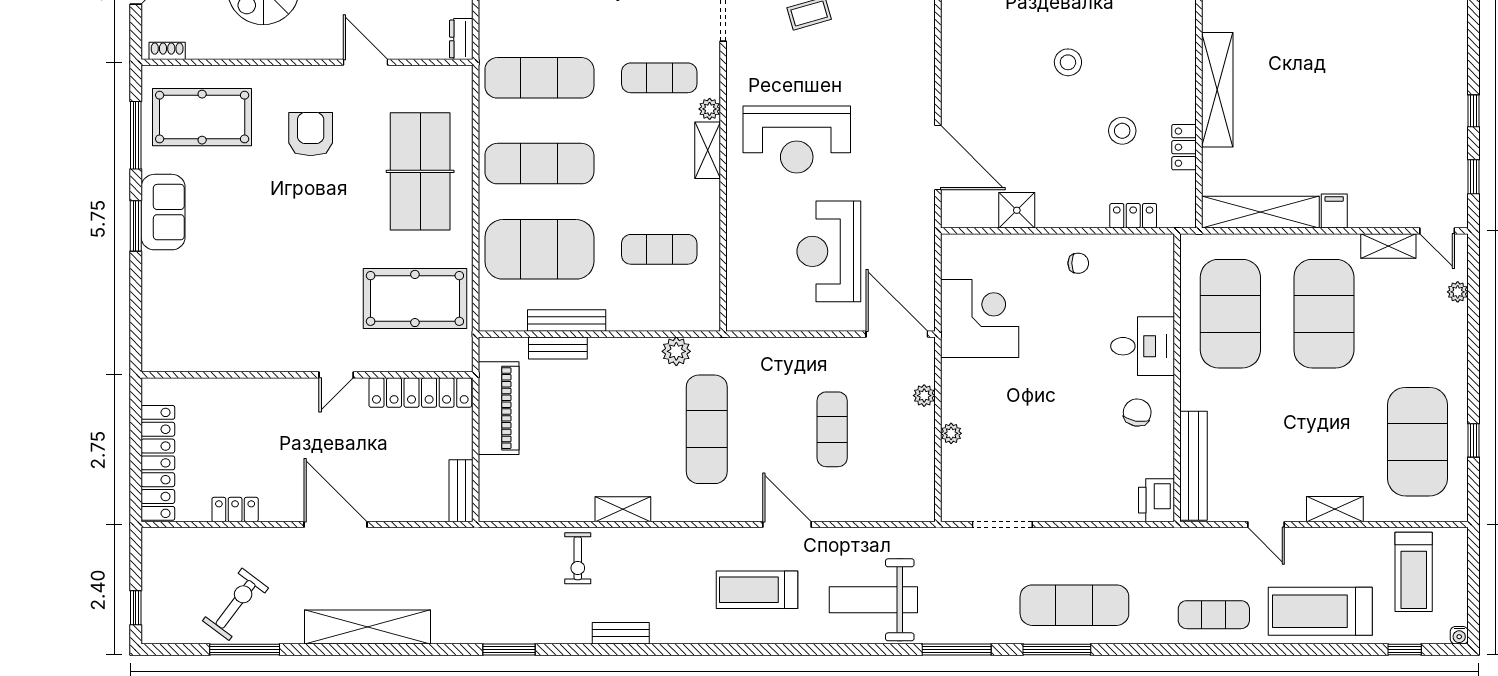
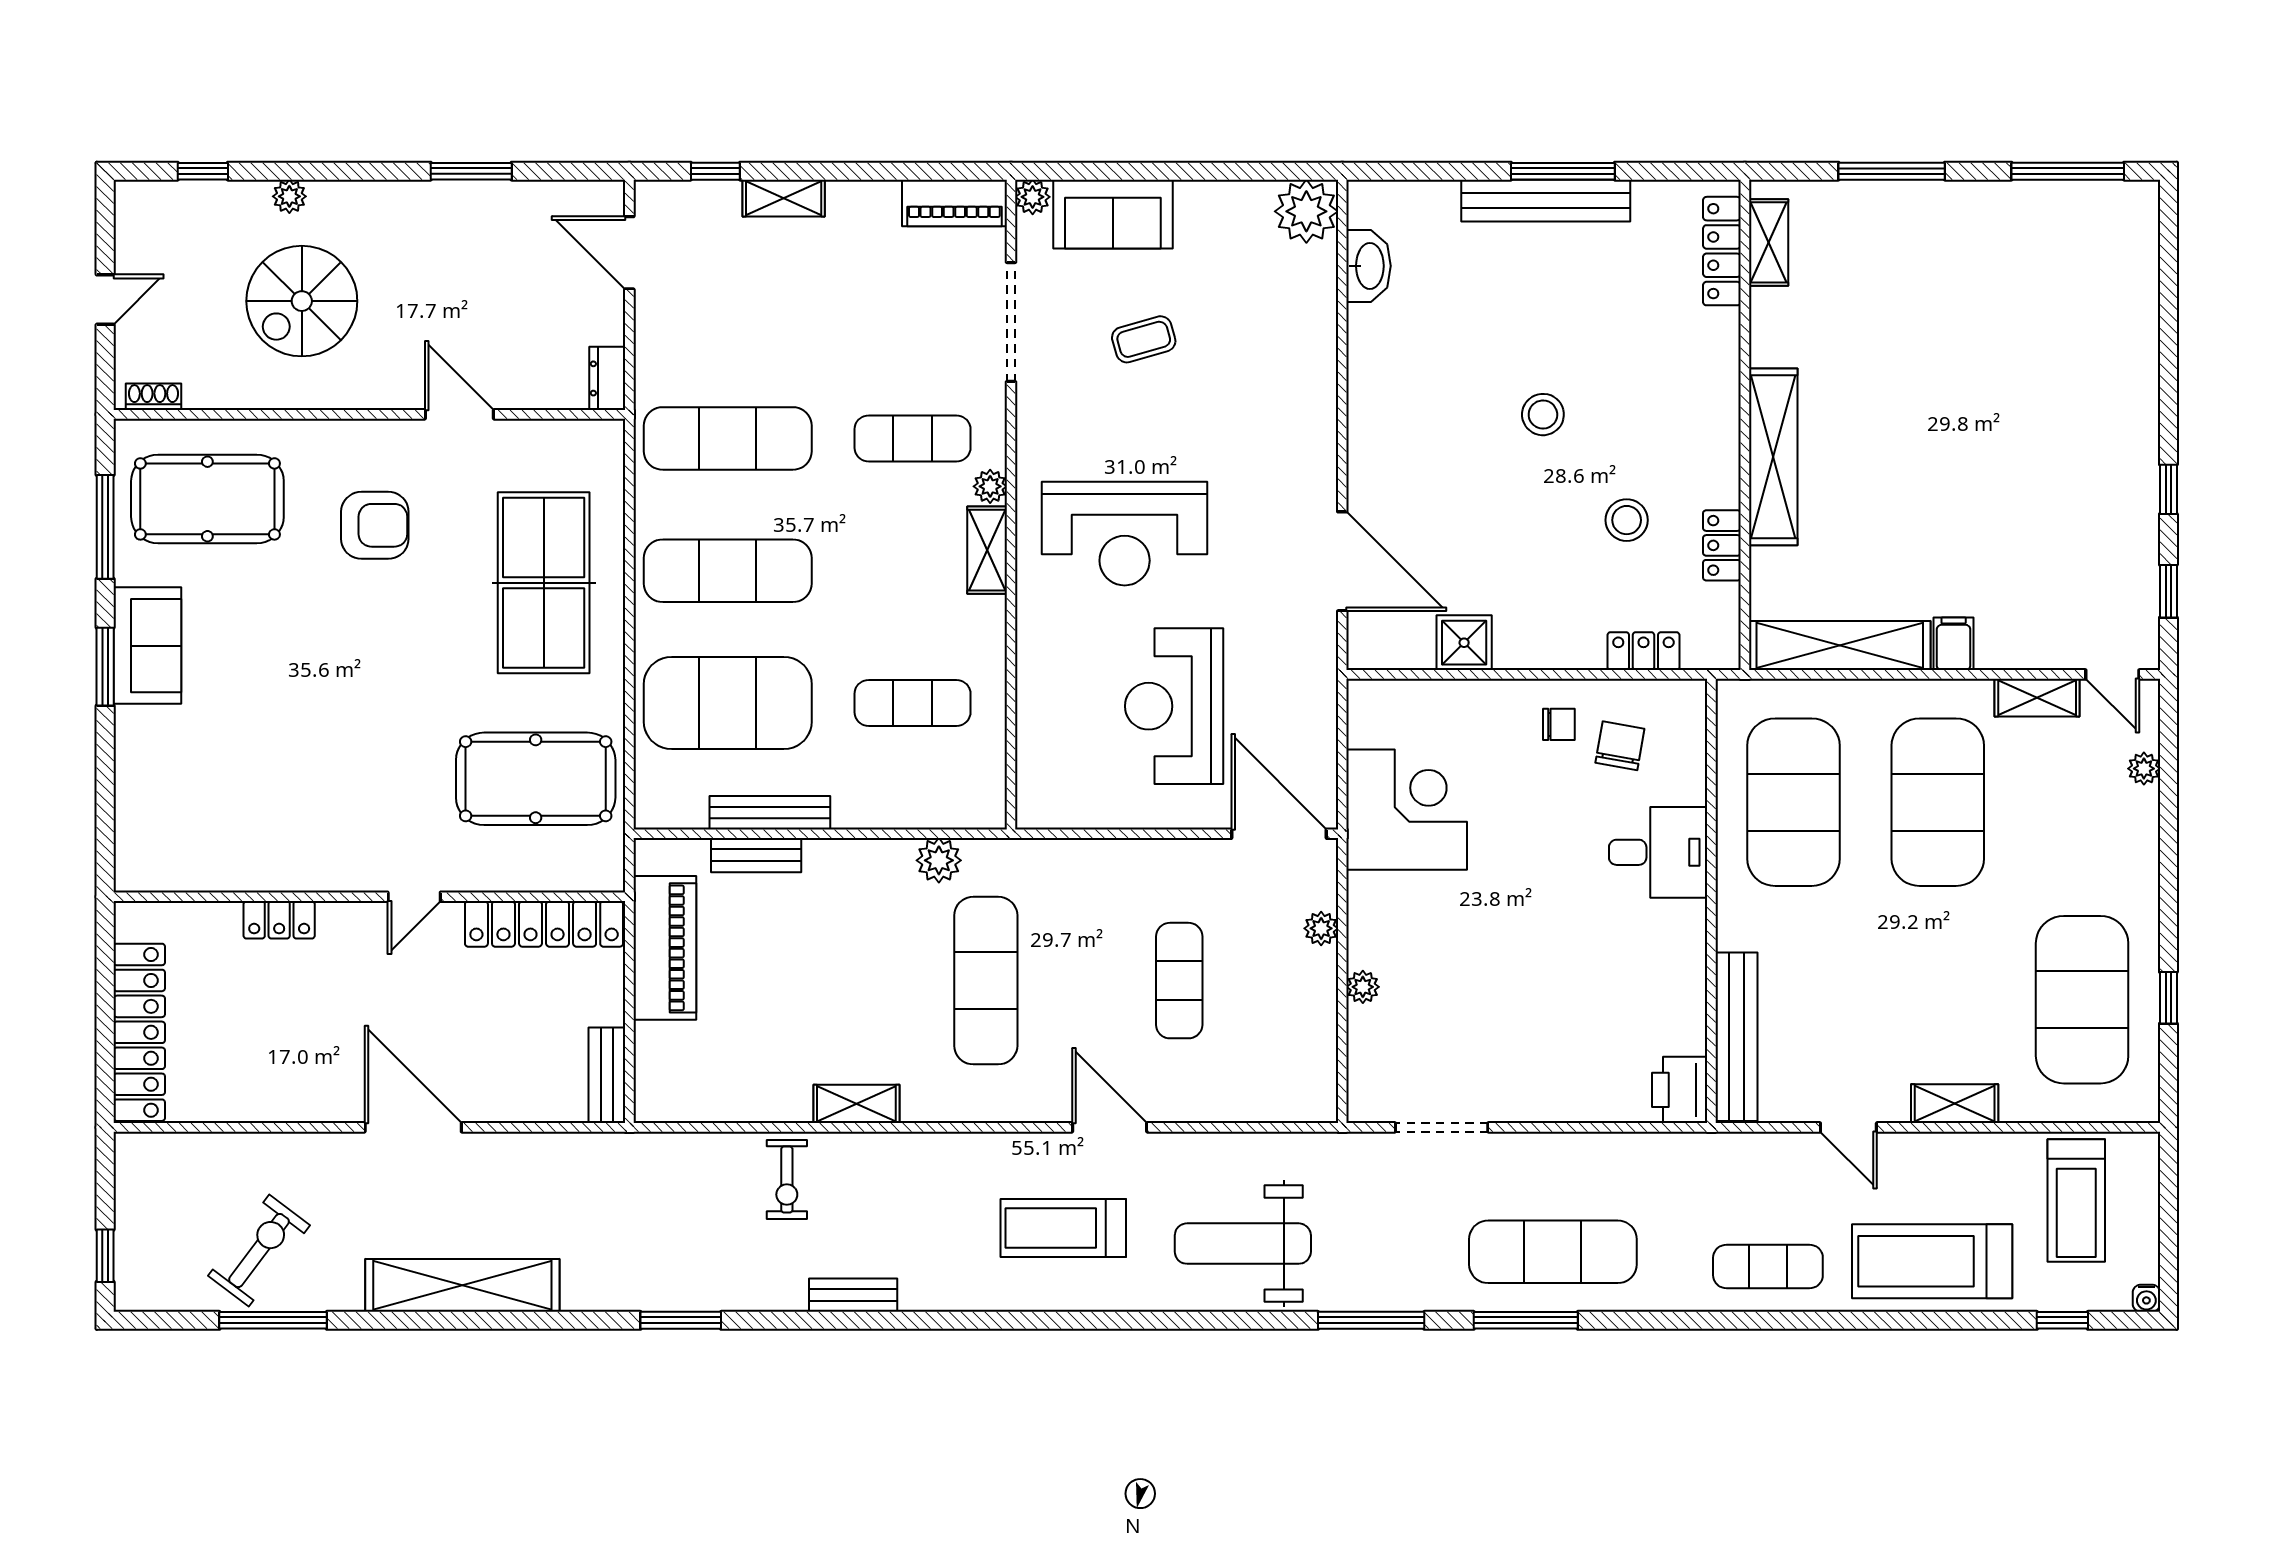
armchair: (311, 134) -> (375, 525), turned 90
chair: (1137, 413) -> (1620, 746), moved
locker: (235, 509) -> (279, 920), moved, turned 180

